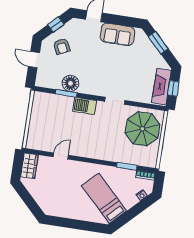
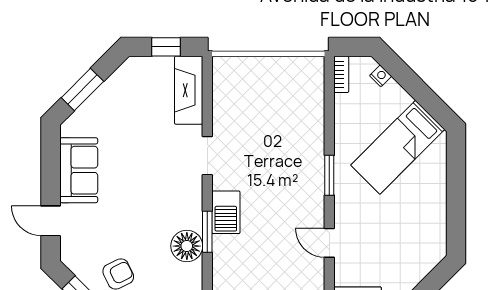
fireplace: (161, 87) -> (189, 90), moved, turned 90
window: (66, 93) -> (207, 232), moved
parasol: (142, 129) -> (253, 94), removed
window: (127, 166) -> (329, 175), moved

